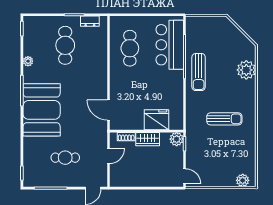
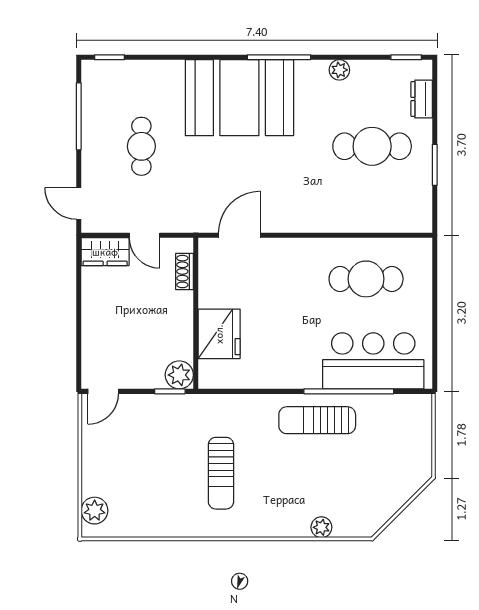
dresser: (90, 21) -> (422, 99), moved
plant: (246, 70) -> (321, 527), width x0.53, depth x0.53
wardrobe: (148, 139) -> (105, 252), moved, turned -90

